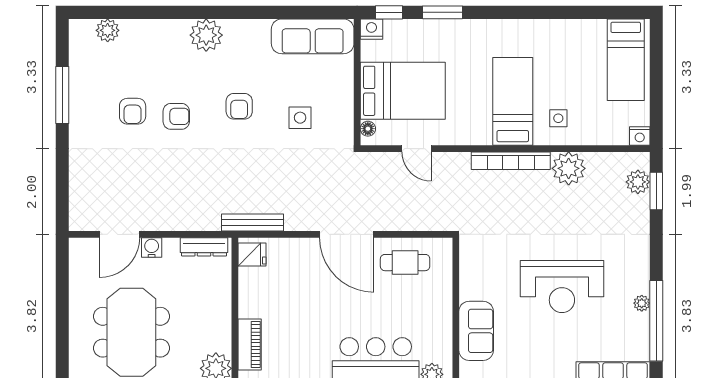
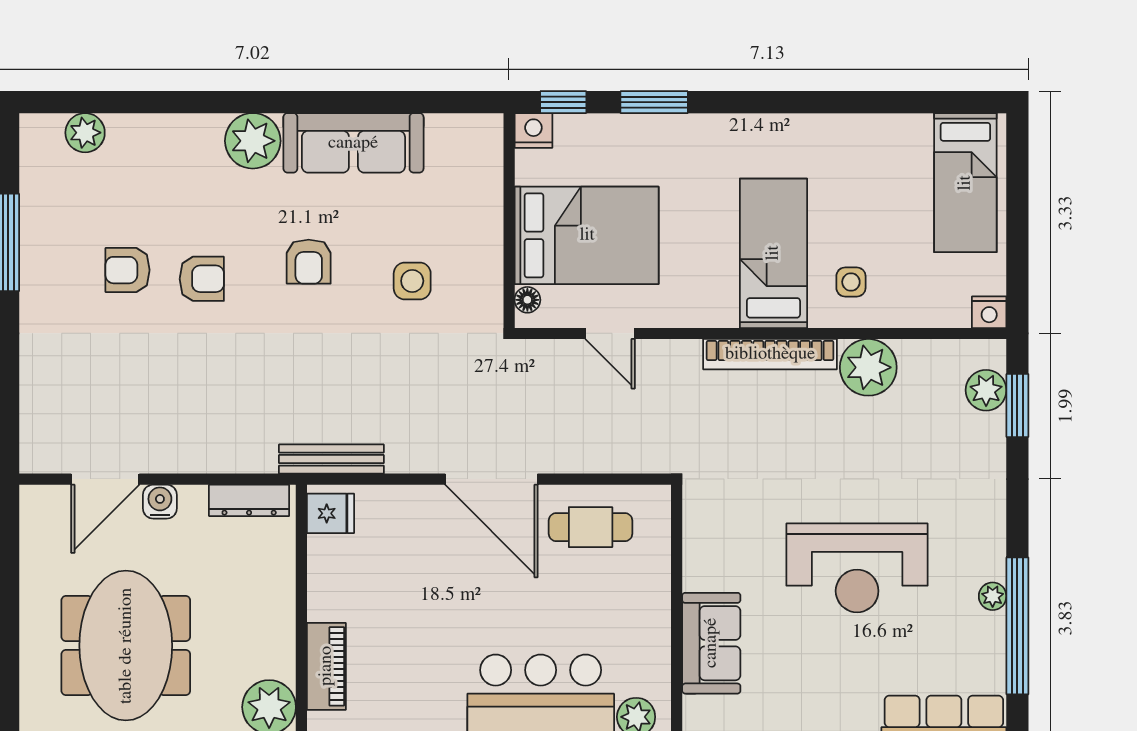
sofa: (313, 36) -> (353, 143), moved
armchair: (133, 111) -> (128, 270), turned 90

